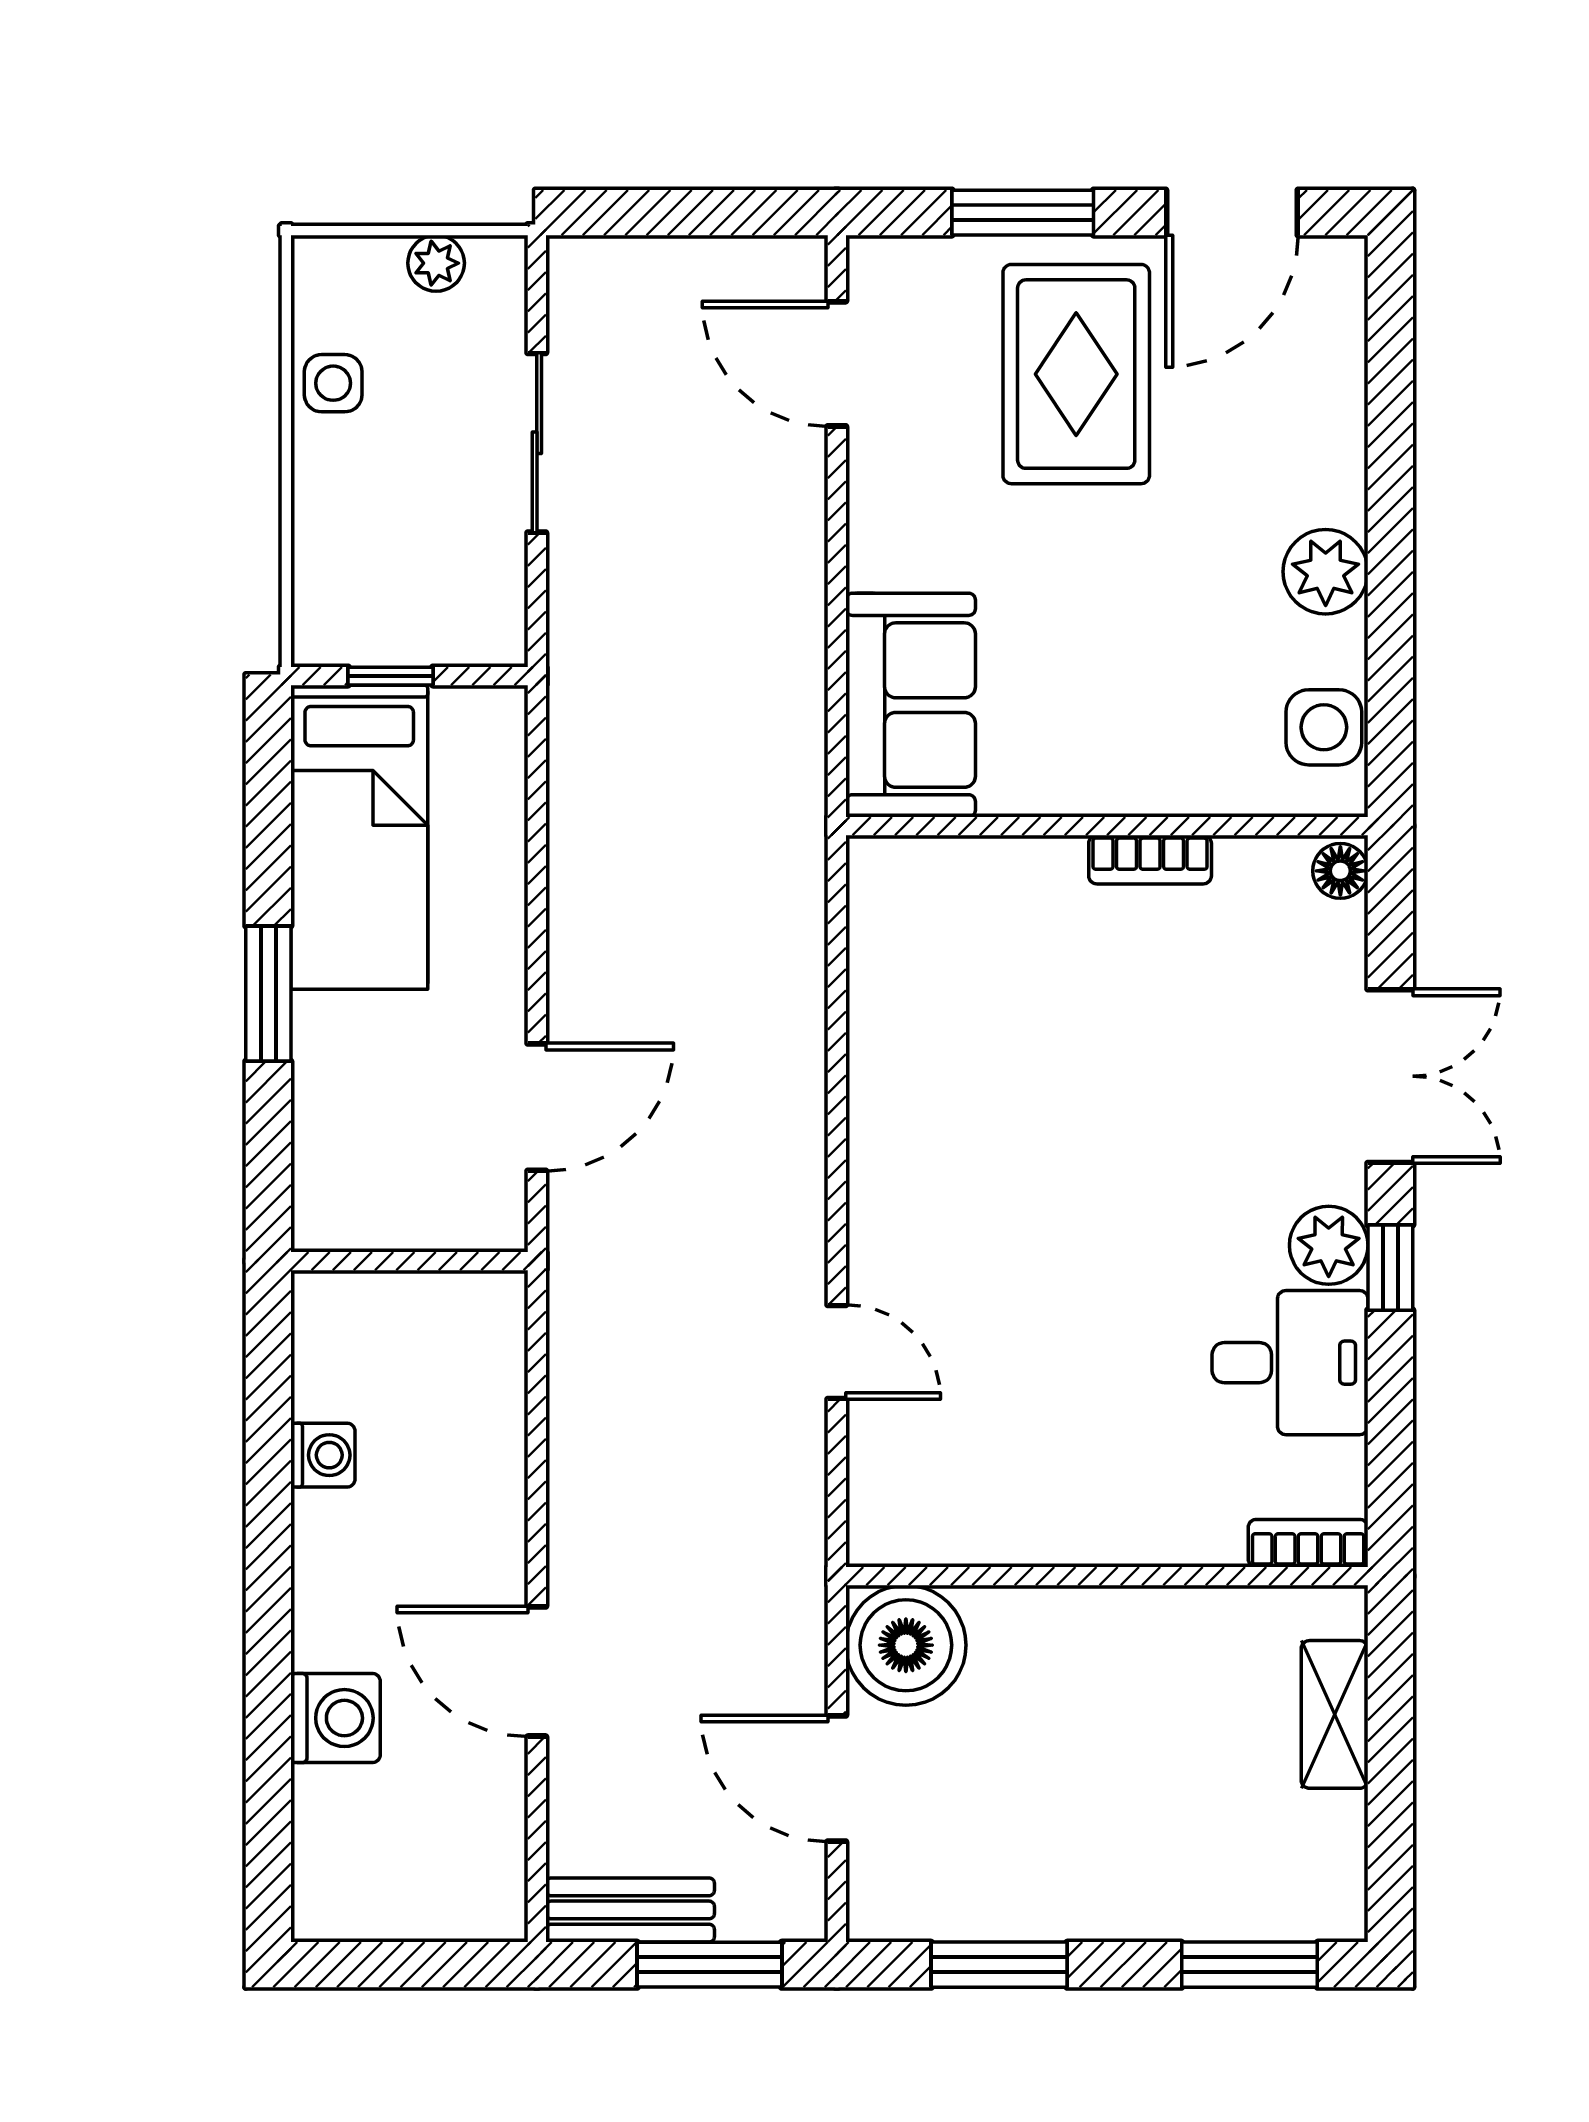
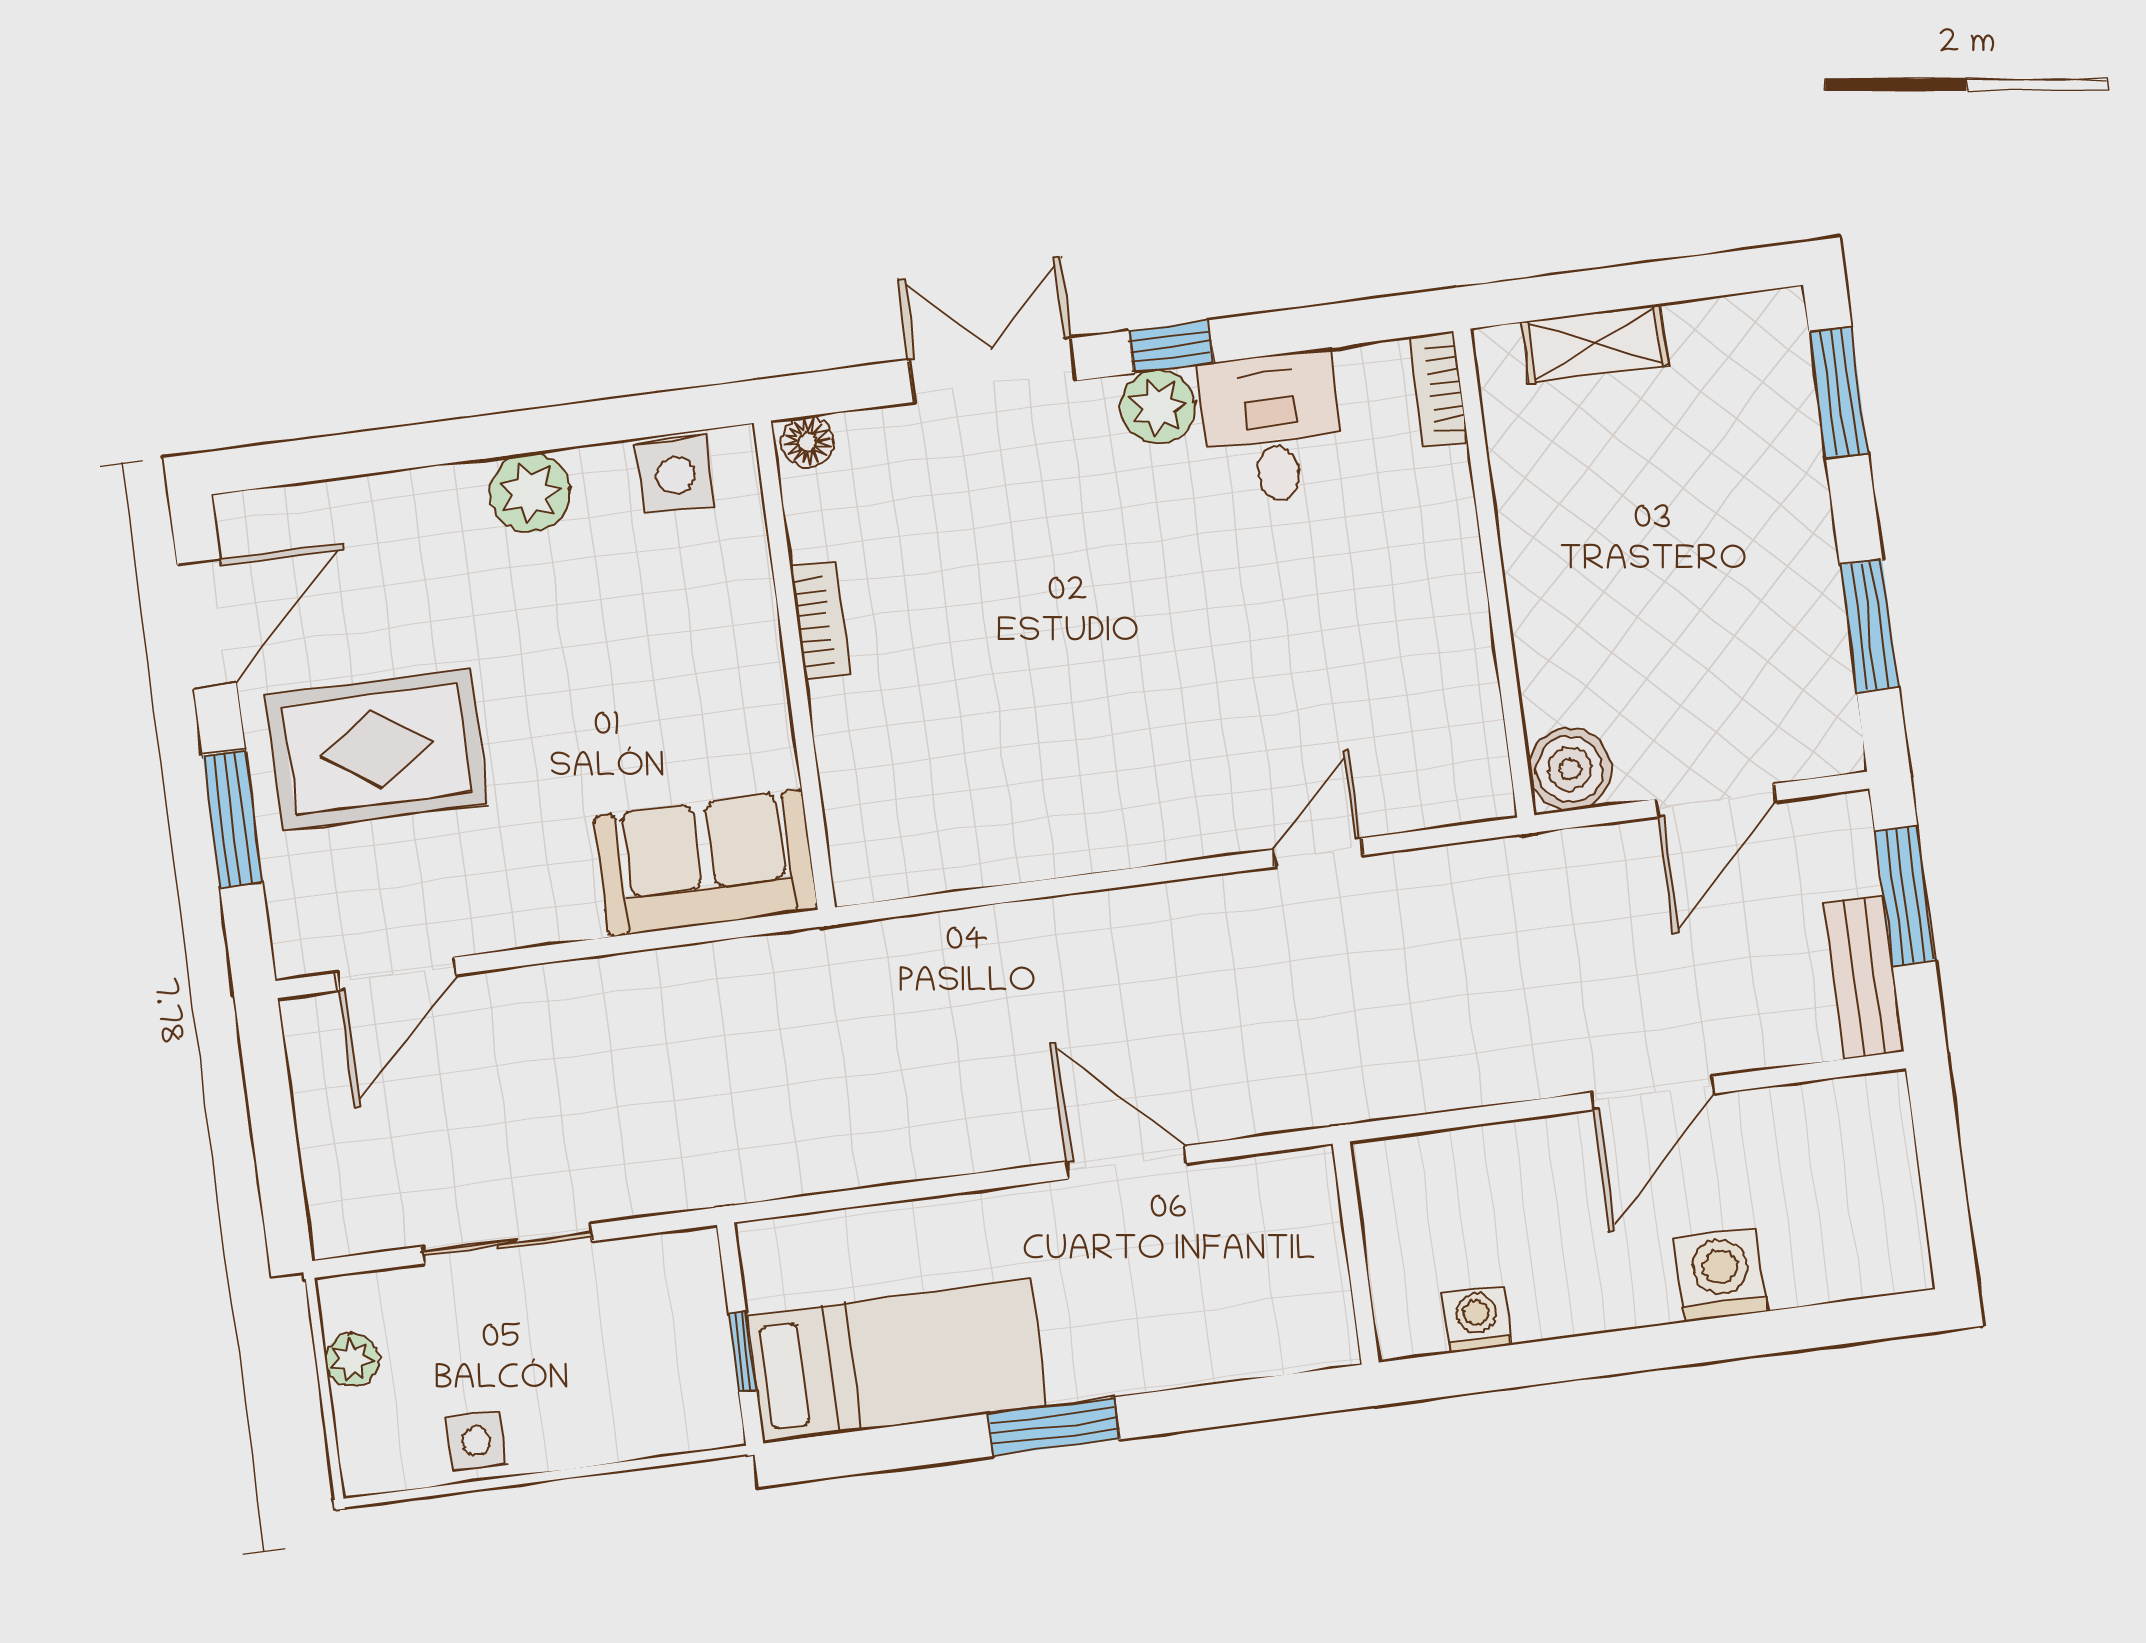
door: (1232, 213) -> (207, 624), hinge flipped
wall: (409, 1261) -> (1356, 1253), moved
boiler: (906, 1645) -> (1570, 769), width x0.73, depth x0.73

